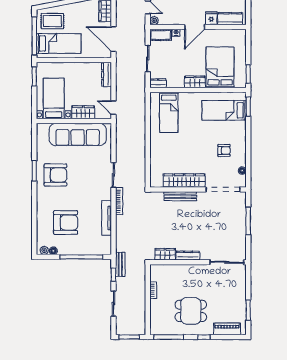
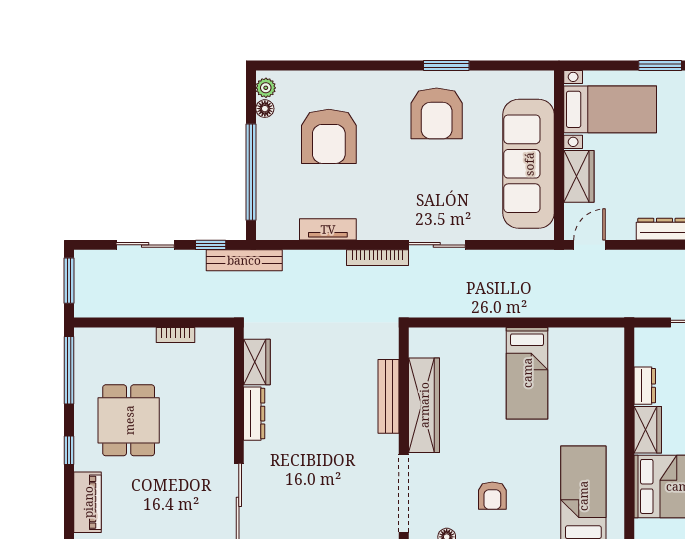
dresser: (158, 83) -> (645, 386), moved
bed: (169, 112) -> (527, 373), moved, turned -90
tv unit: (107, 218) -> (328, 229), width x0.71
bench: (120, 264) -> (244, 260), width x1.36

